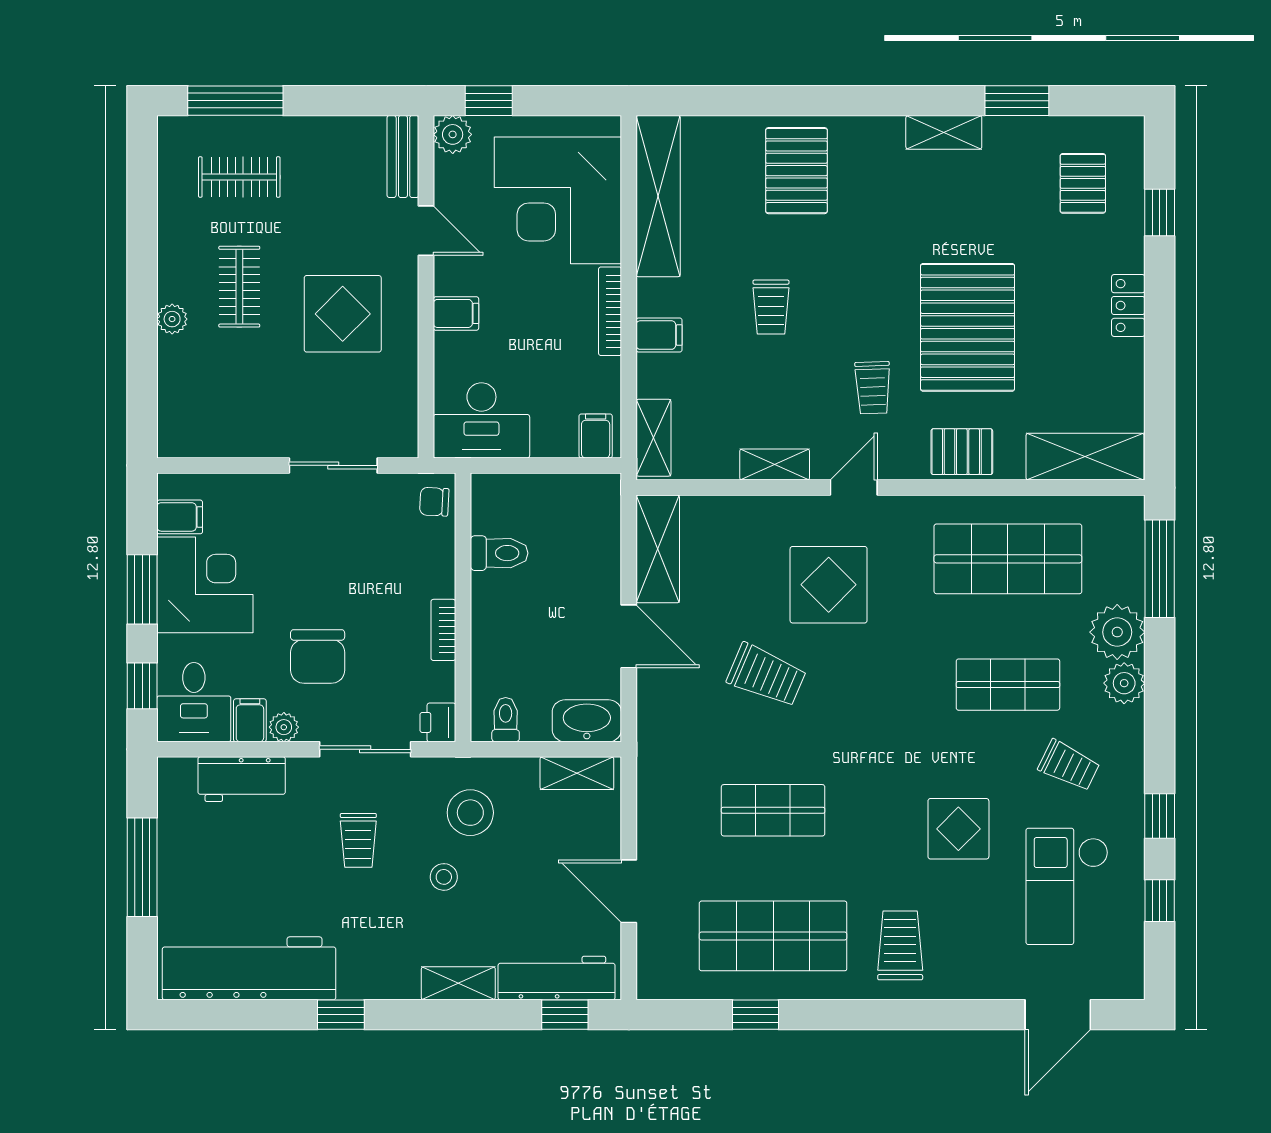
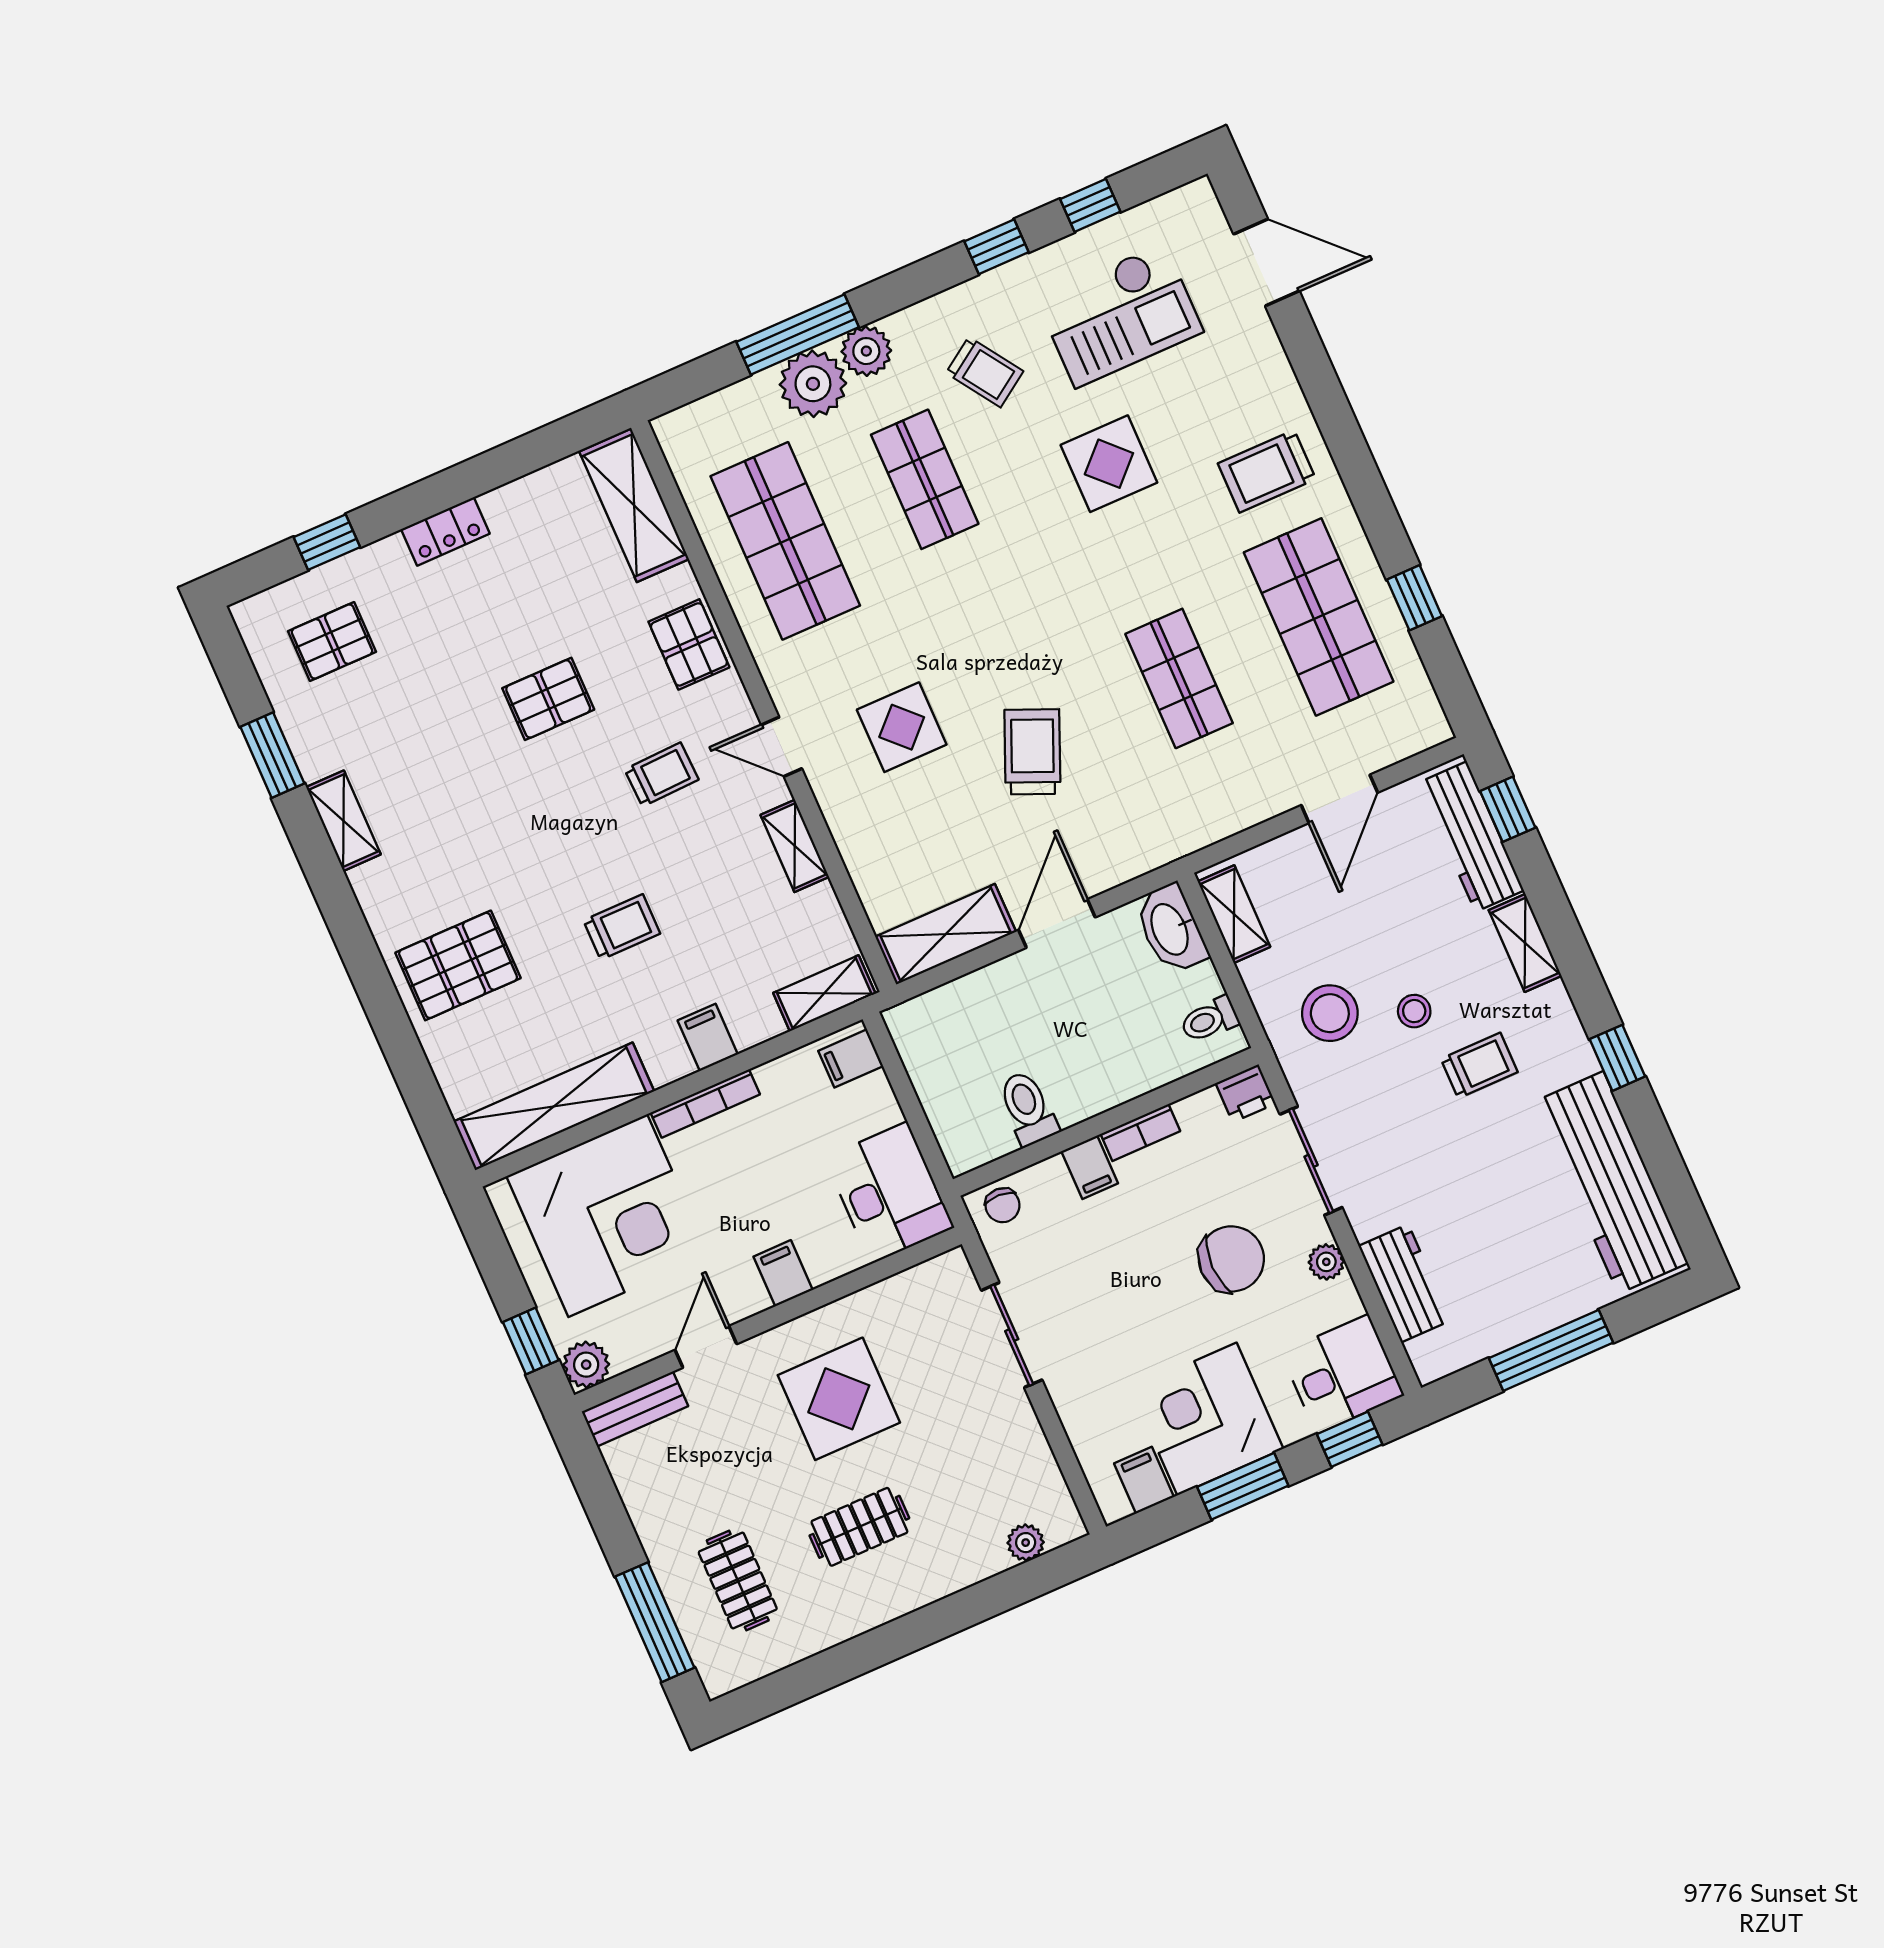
plant: (172, 319) -> (1026, 1543), moved
pallet: (968, 327) -> (548, 699), width x0.49, depth x0.50
window: (1160, 569) -> (798, 334), moved
display table: (829, 585) -> (902, 727), width x0.73, depth x0.73
filing cabinet: (250, 720) -> (1090, 1167), moved, turned -90
trolley: (1069, 765) -> (985, 372), turned 120
trolley: (358, 840) -> (1479, 1065), moved

